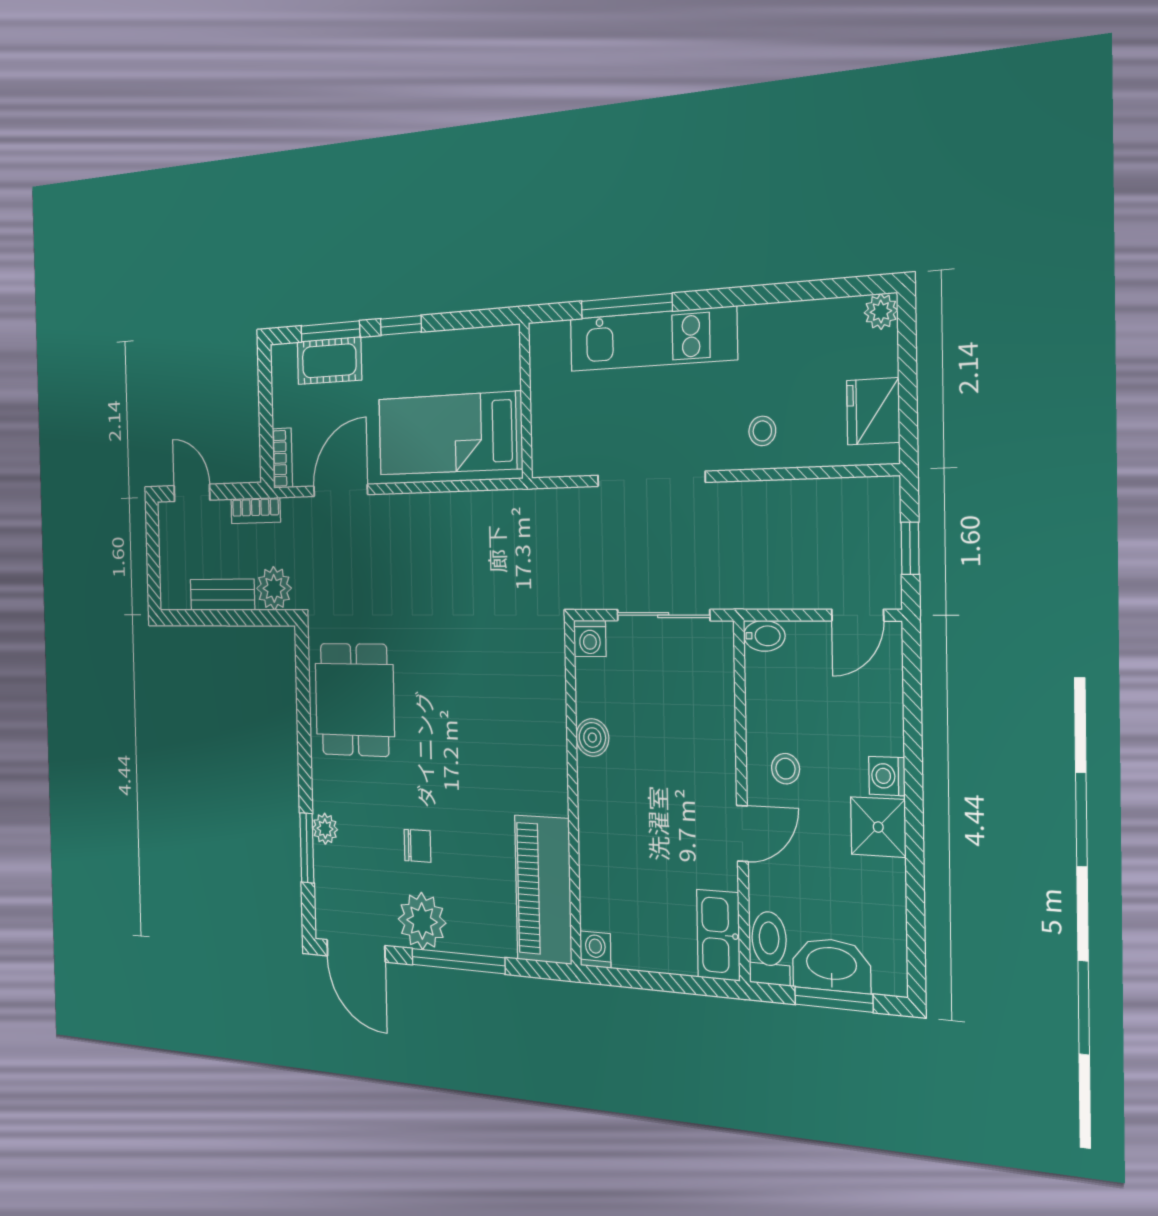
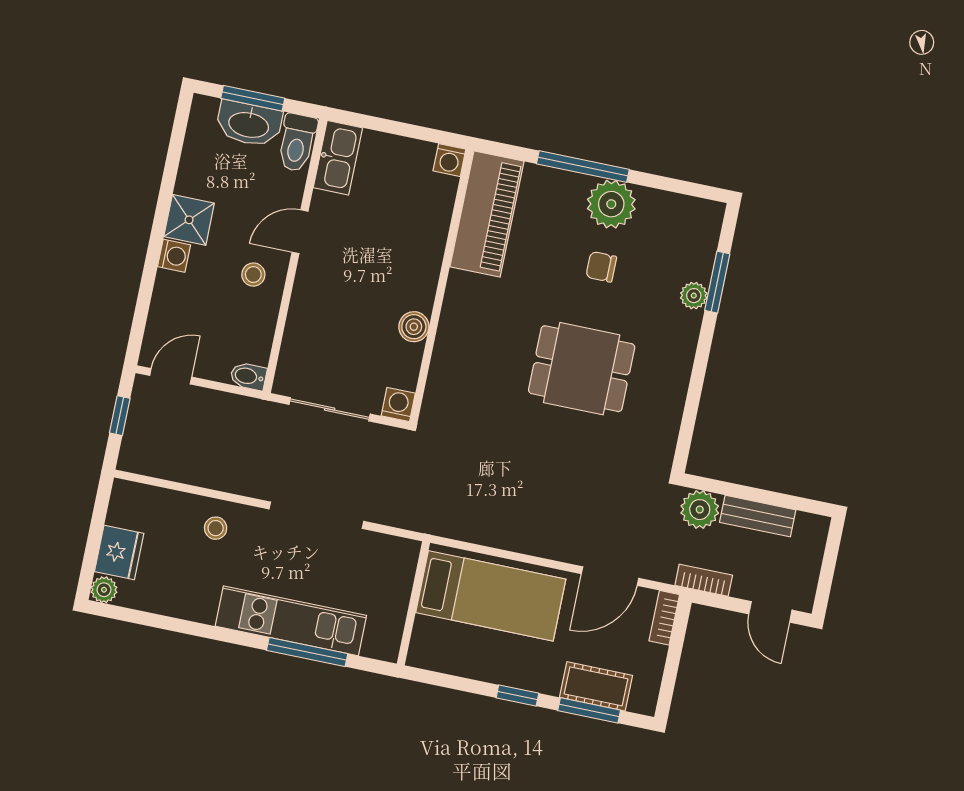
fridge: (873, 411) -> (119, 552), moved
dining table: (355, 700) -> (582, 369), moved, turned 90
door: (356, 951) -> (686, 188), removed

